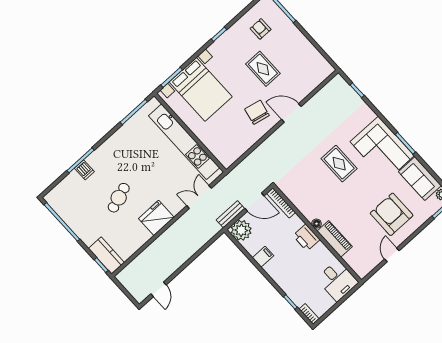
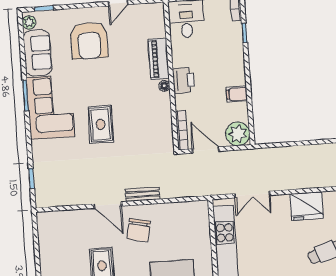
bench: (230, 214) -> (143, 194), moved

